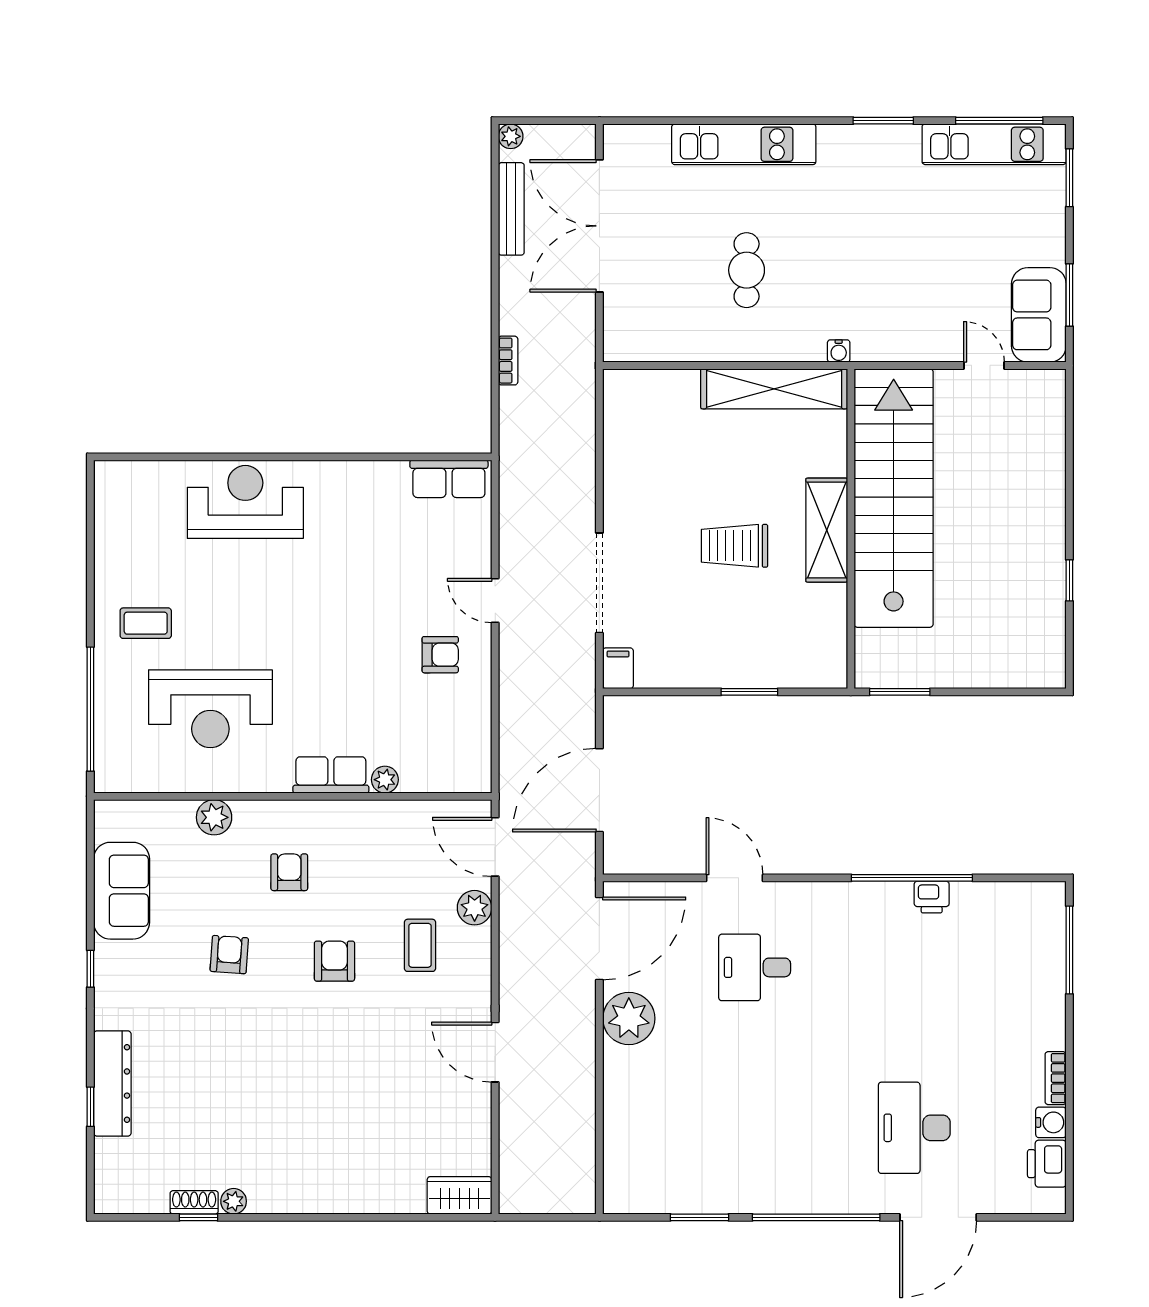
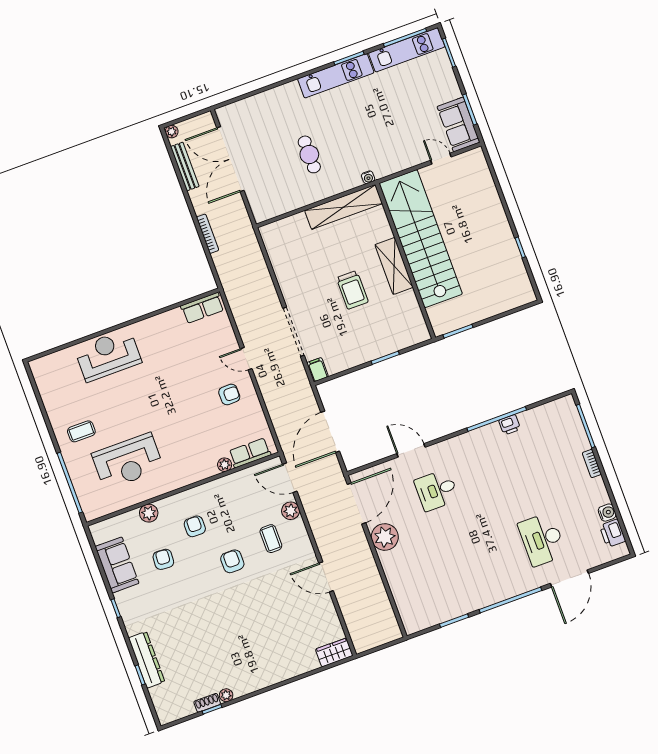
kitchen unit: (744, 144) -> (336, 76), moved
bookcase: (508, 361) -> (208, 234), width x1.56
trolley: (734, 546) -> (352, 290), turned -90
row of seats: (331, 775) -> (250, 453), moved
armchair: (229, 955) -> (163, 559), moved
bookcase: (1056, 1078) -> (592, 464), moved

